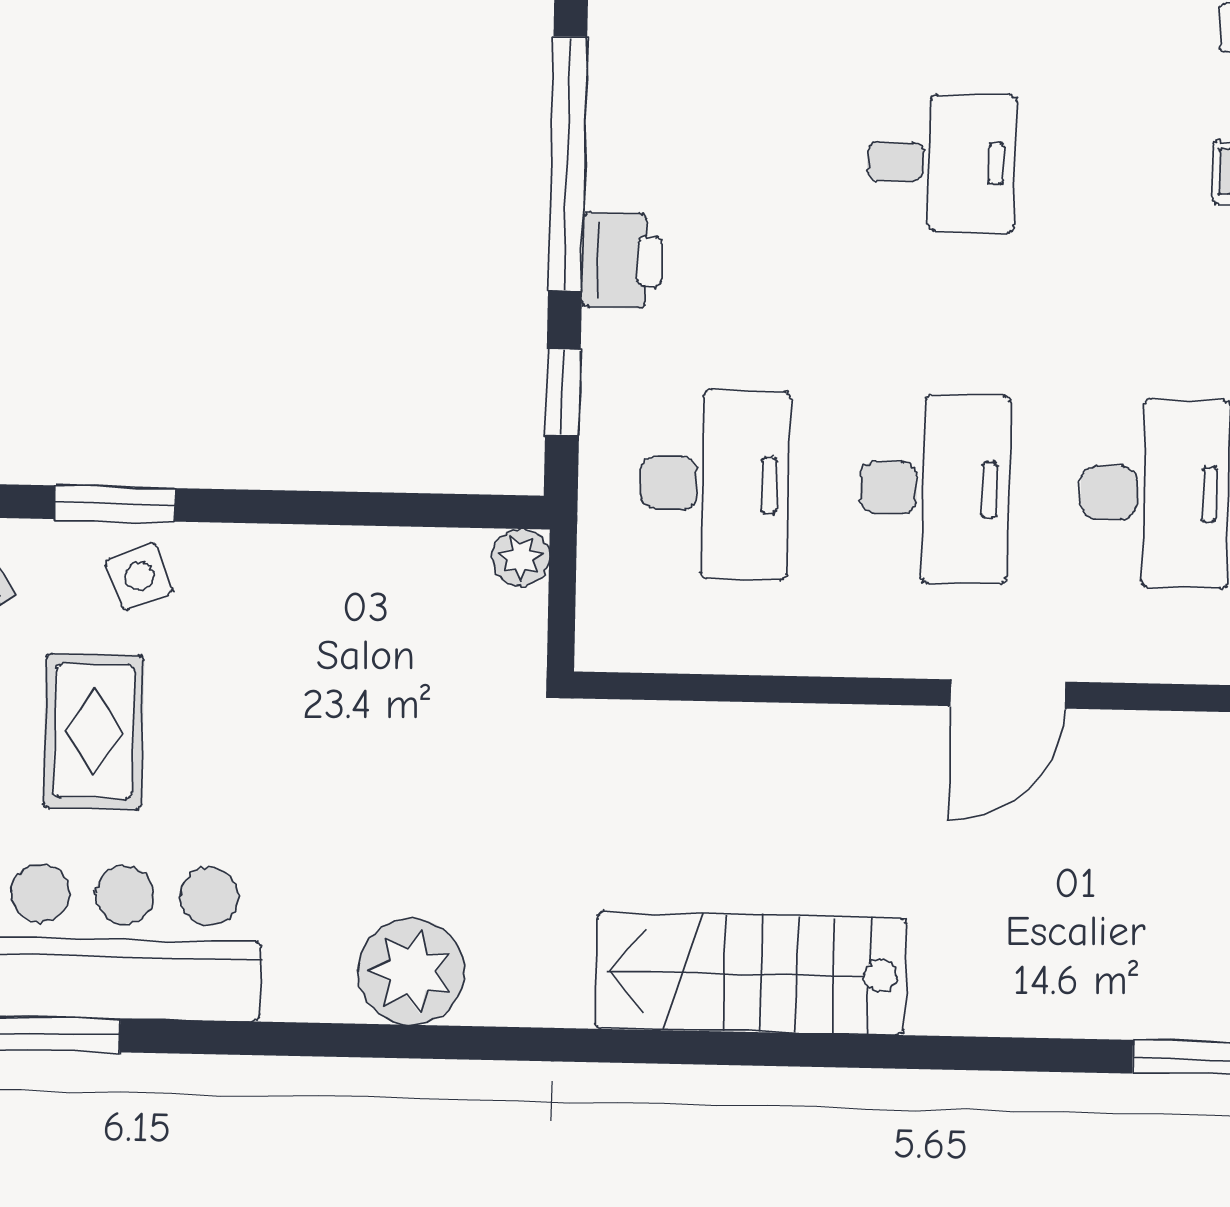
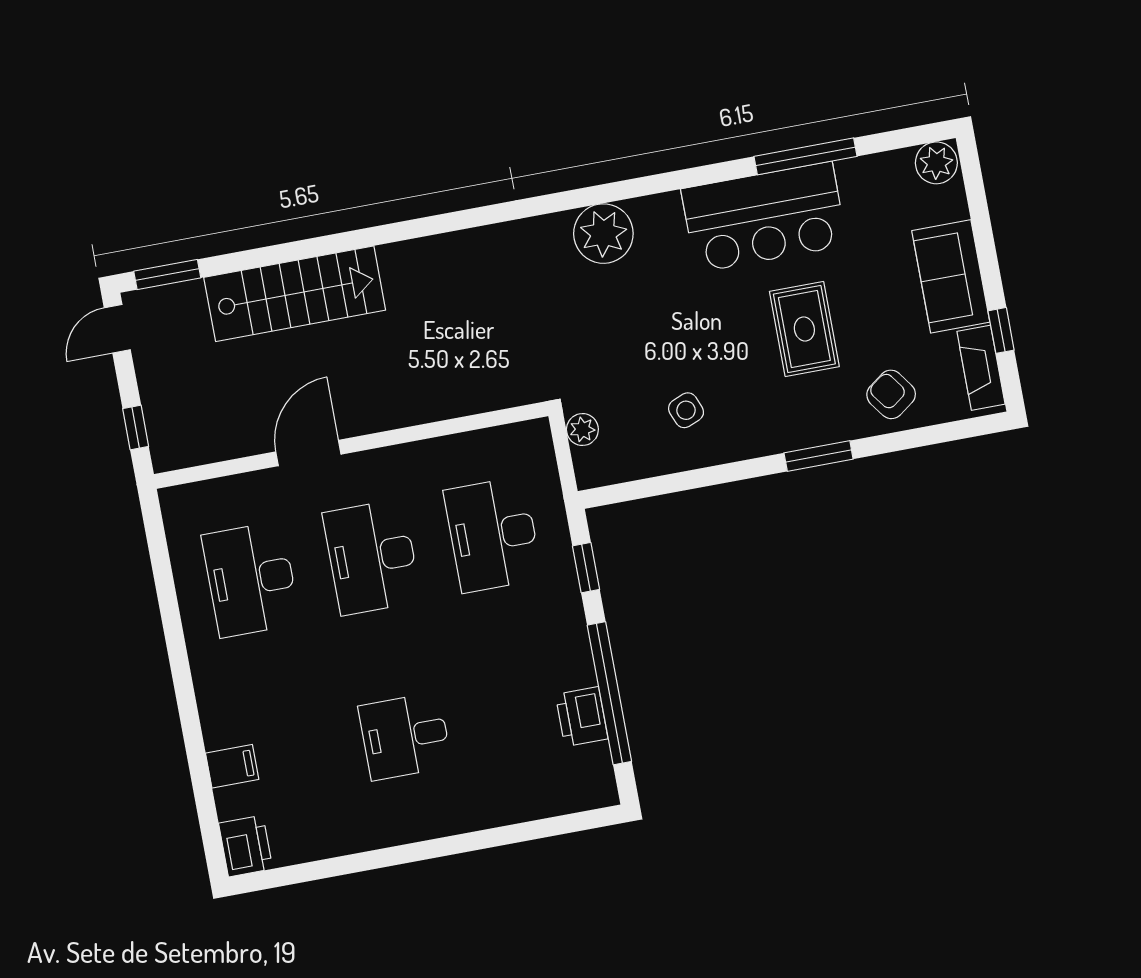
printer: (622, 261) -> (582, 717), moved
plant: (521, 557) -> (582, 430), moved
side table: (139, 576) -> (686, 410), moved
stairs: (751, 974) -> (295, 294), moved

